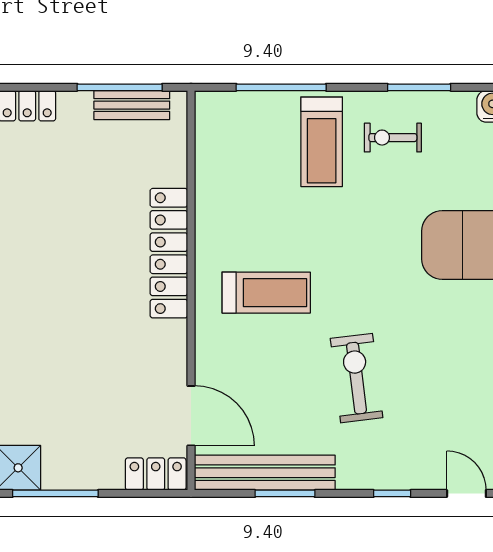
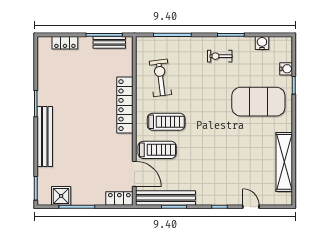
treadmill: (322, 142) -> (157, 150), moved, turned -90
exercise bike: (357, 378) -> (160, 78), moved

